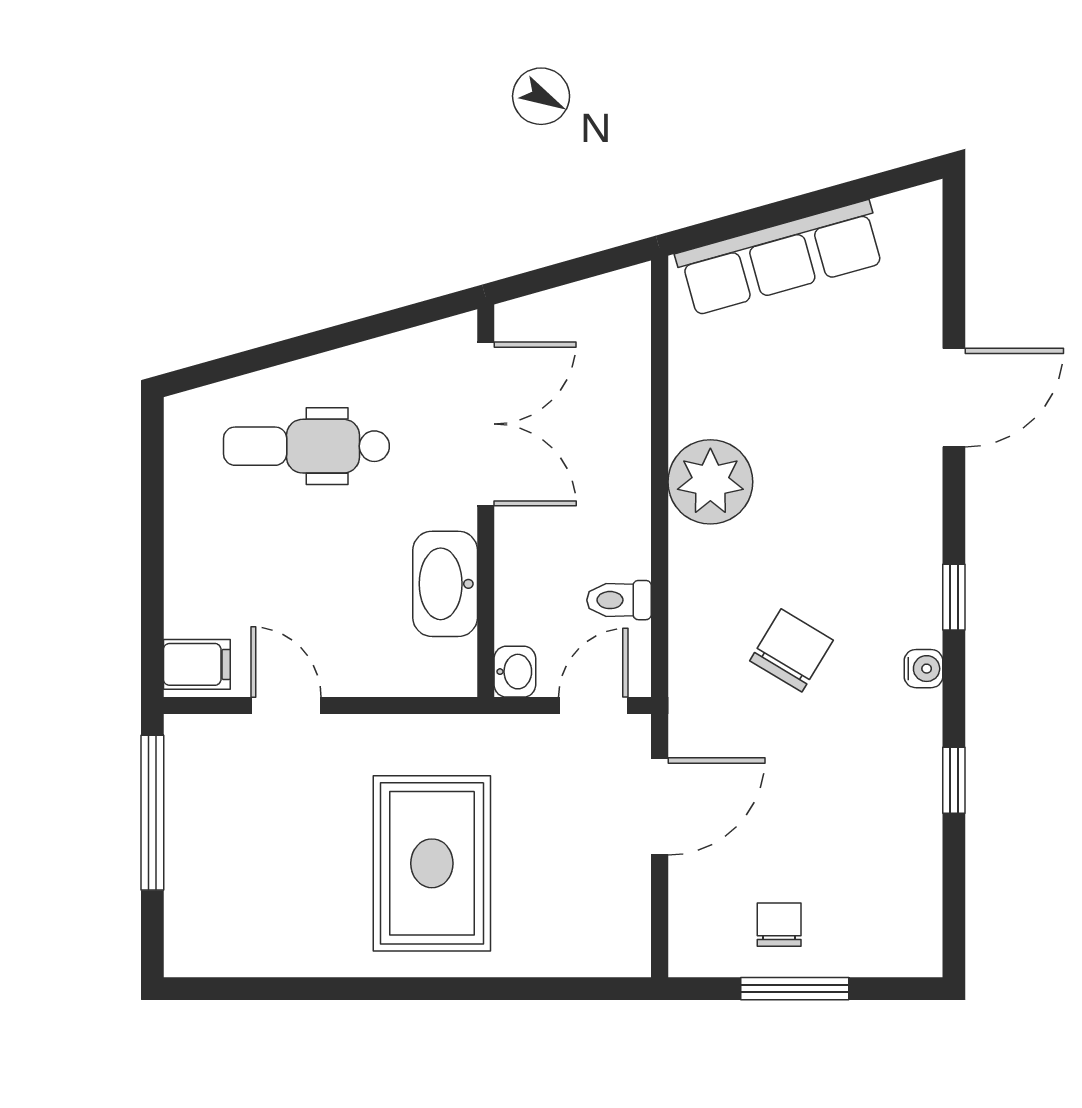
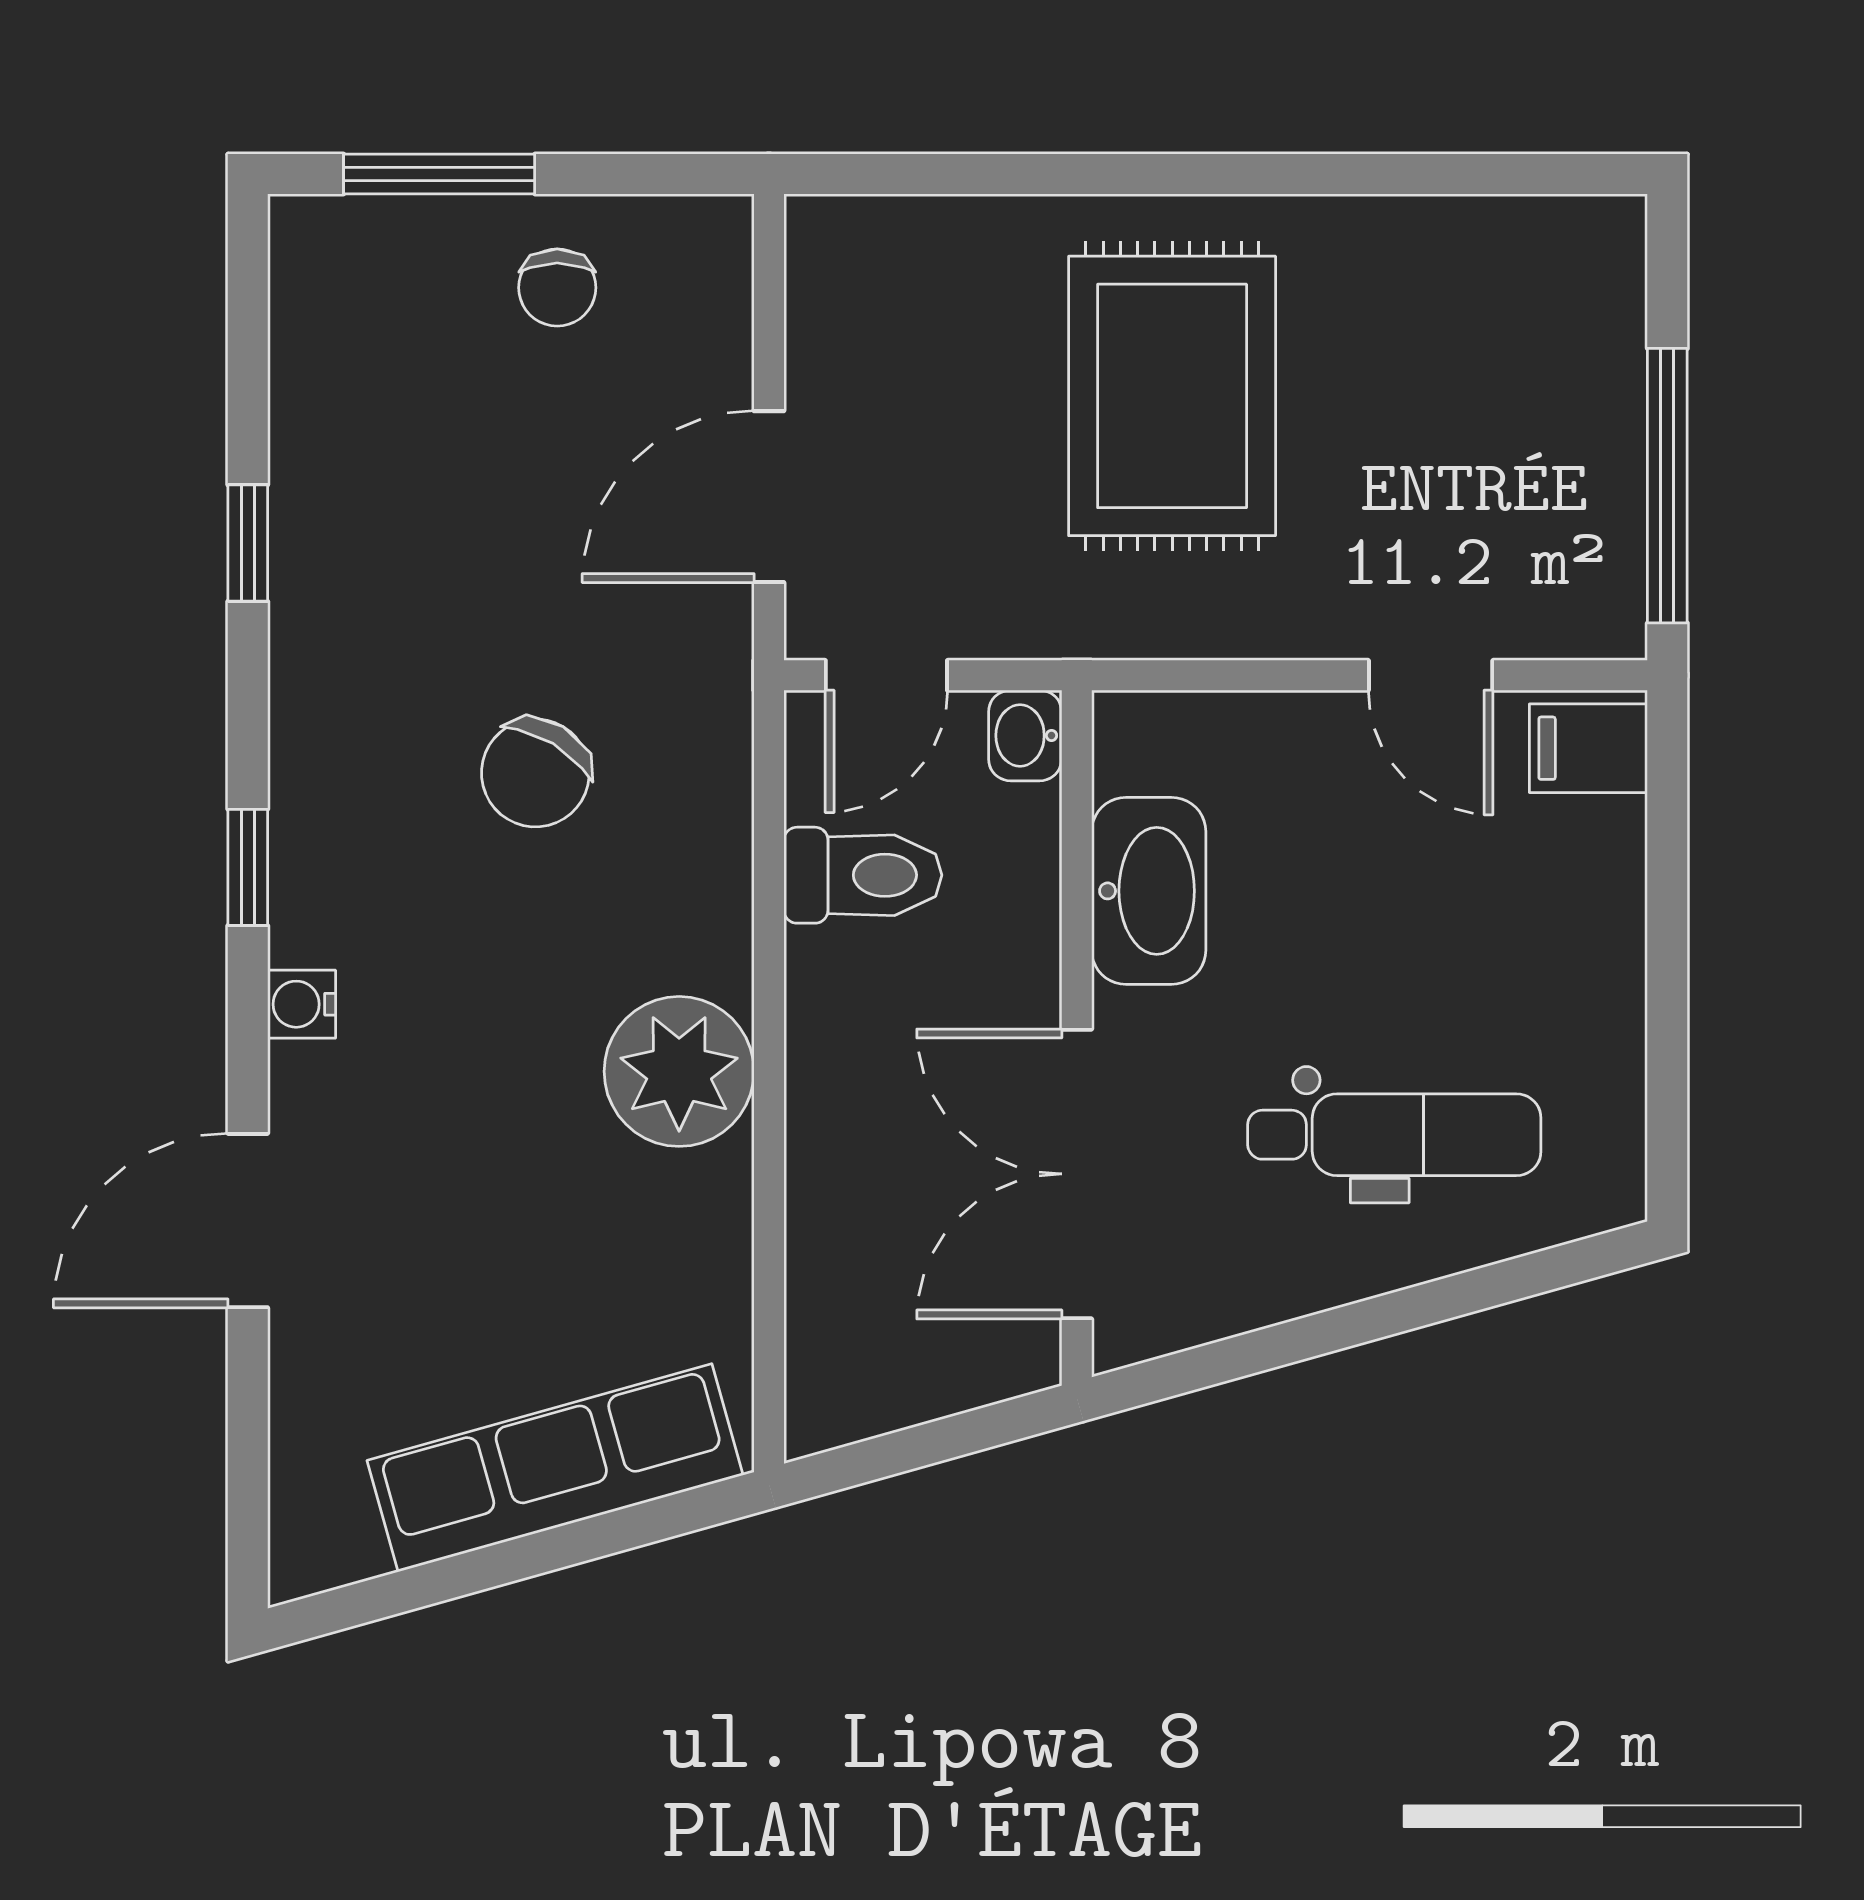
toilet: (619, 600) -> (863, 875), width x1.37, depth x1.39
water cooler: (924, 669) -> (302, 1004), moved
window: (795, 989) -> (439, 174), moved

